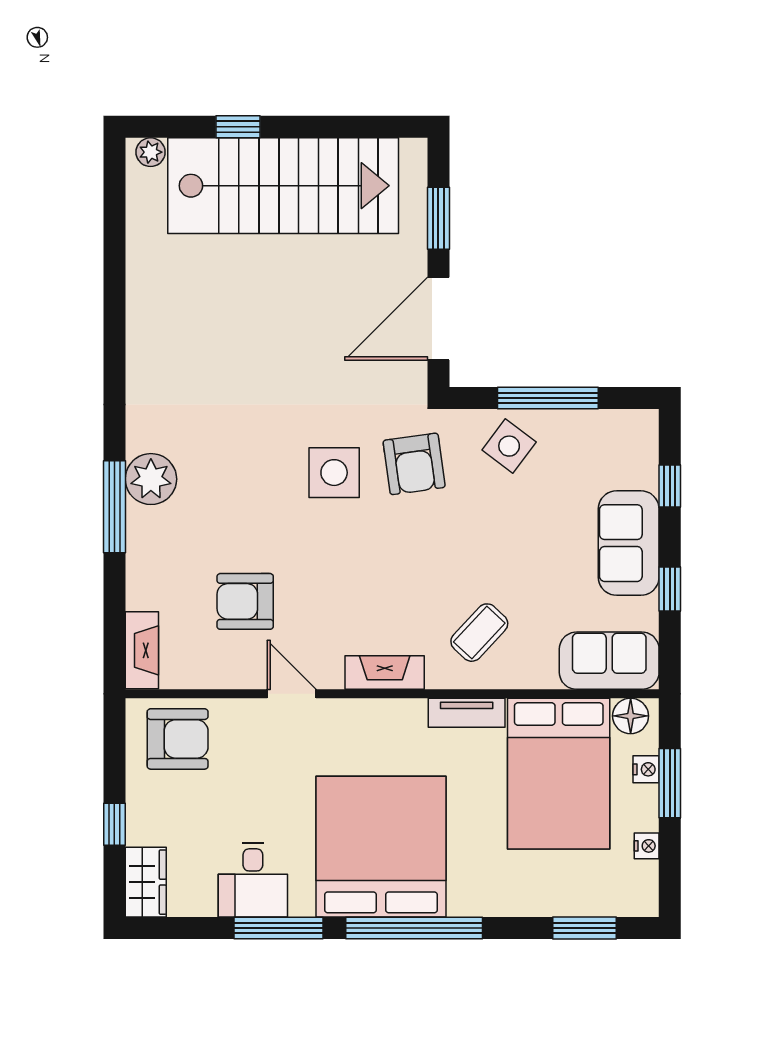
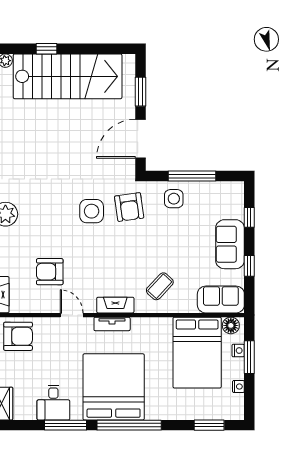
side table: (509, 446) -> (174, 199), turned -37
tv unit: (467, 713) -> (112, 324), moved

